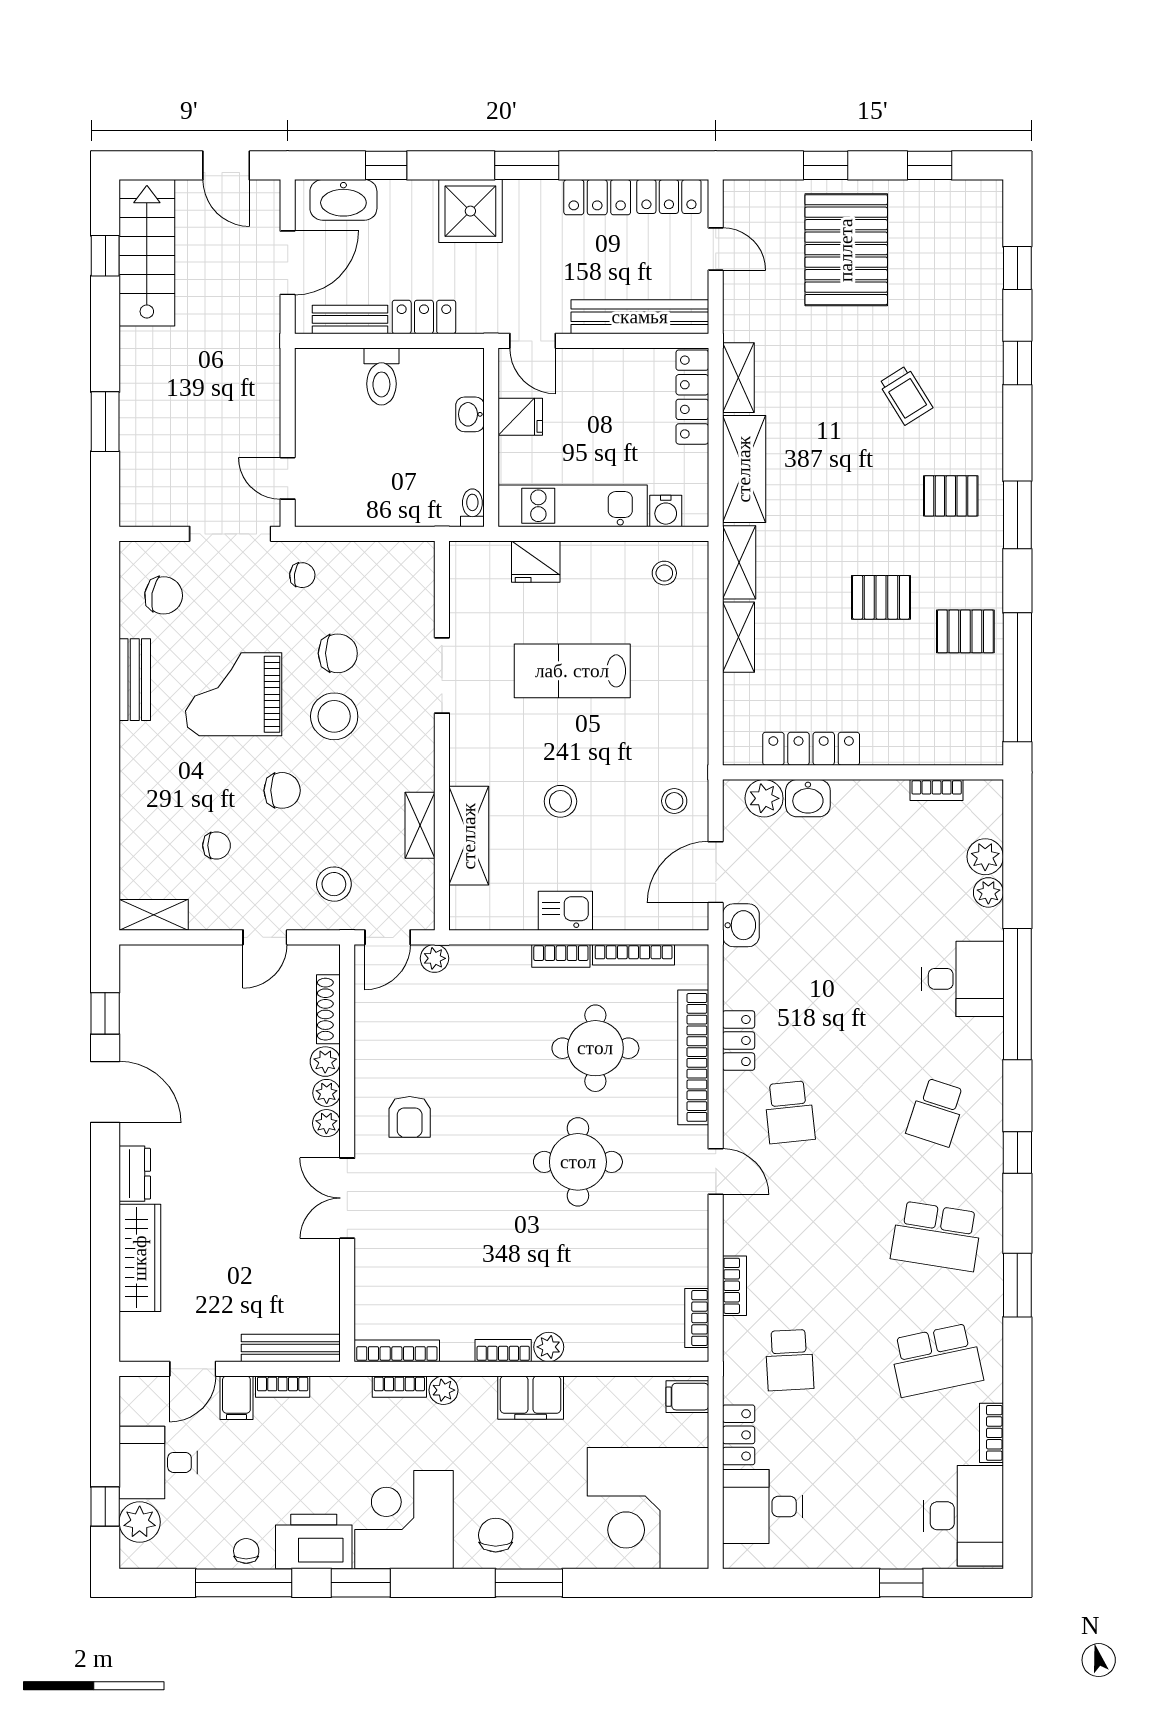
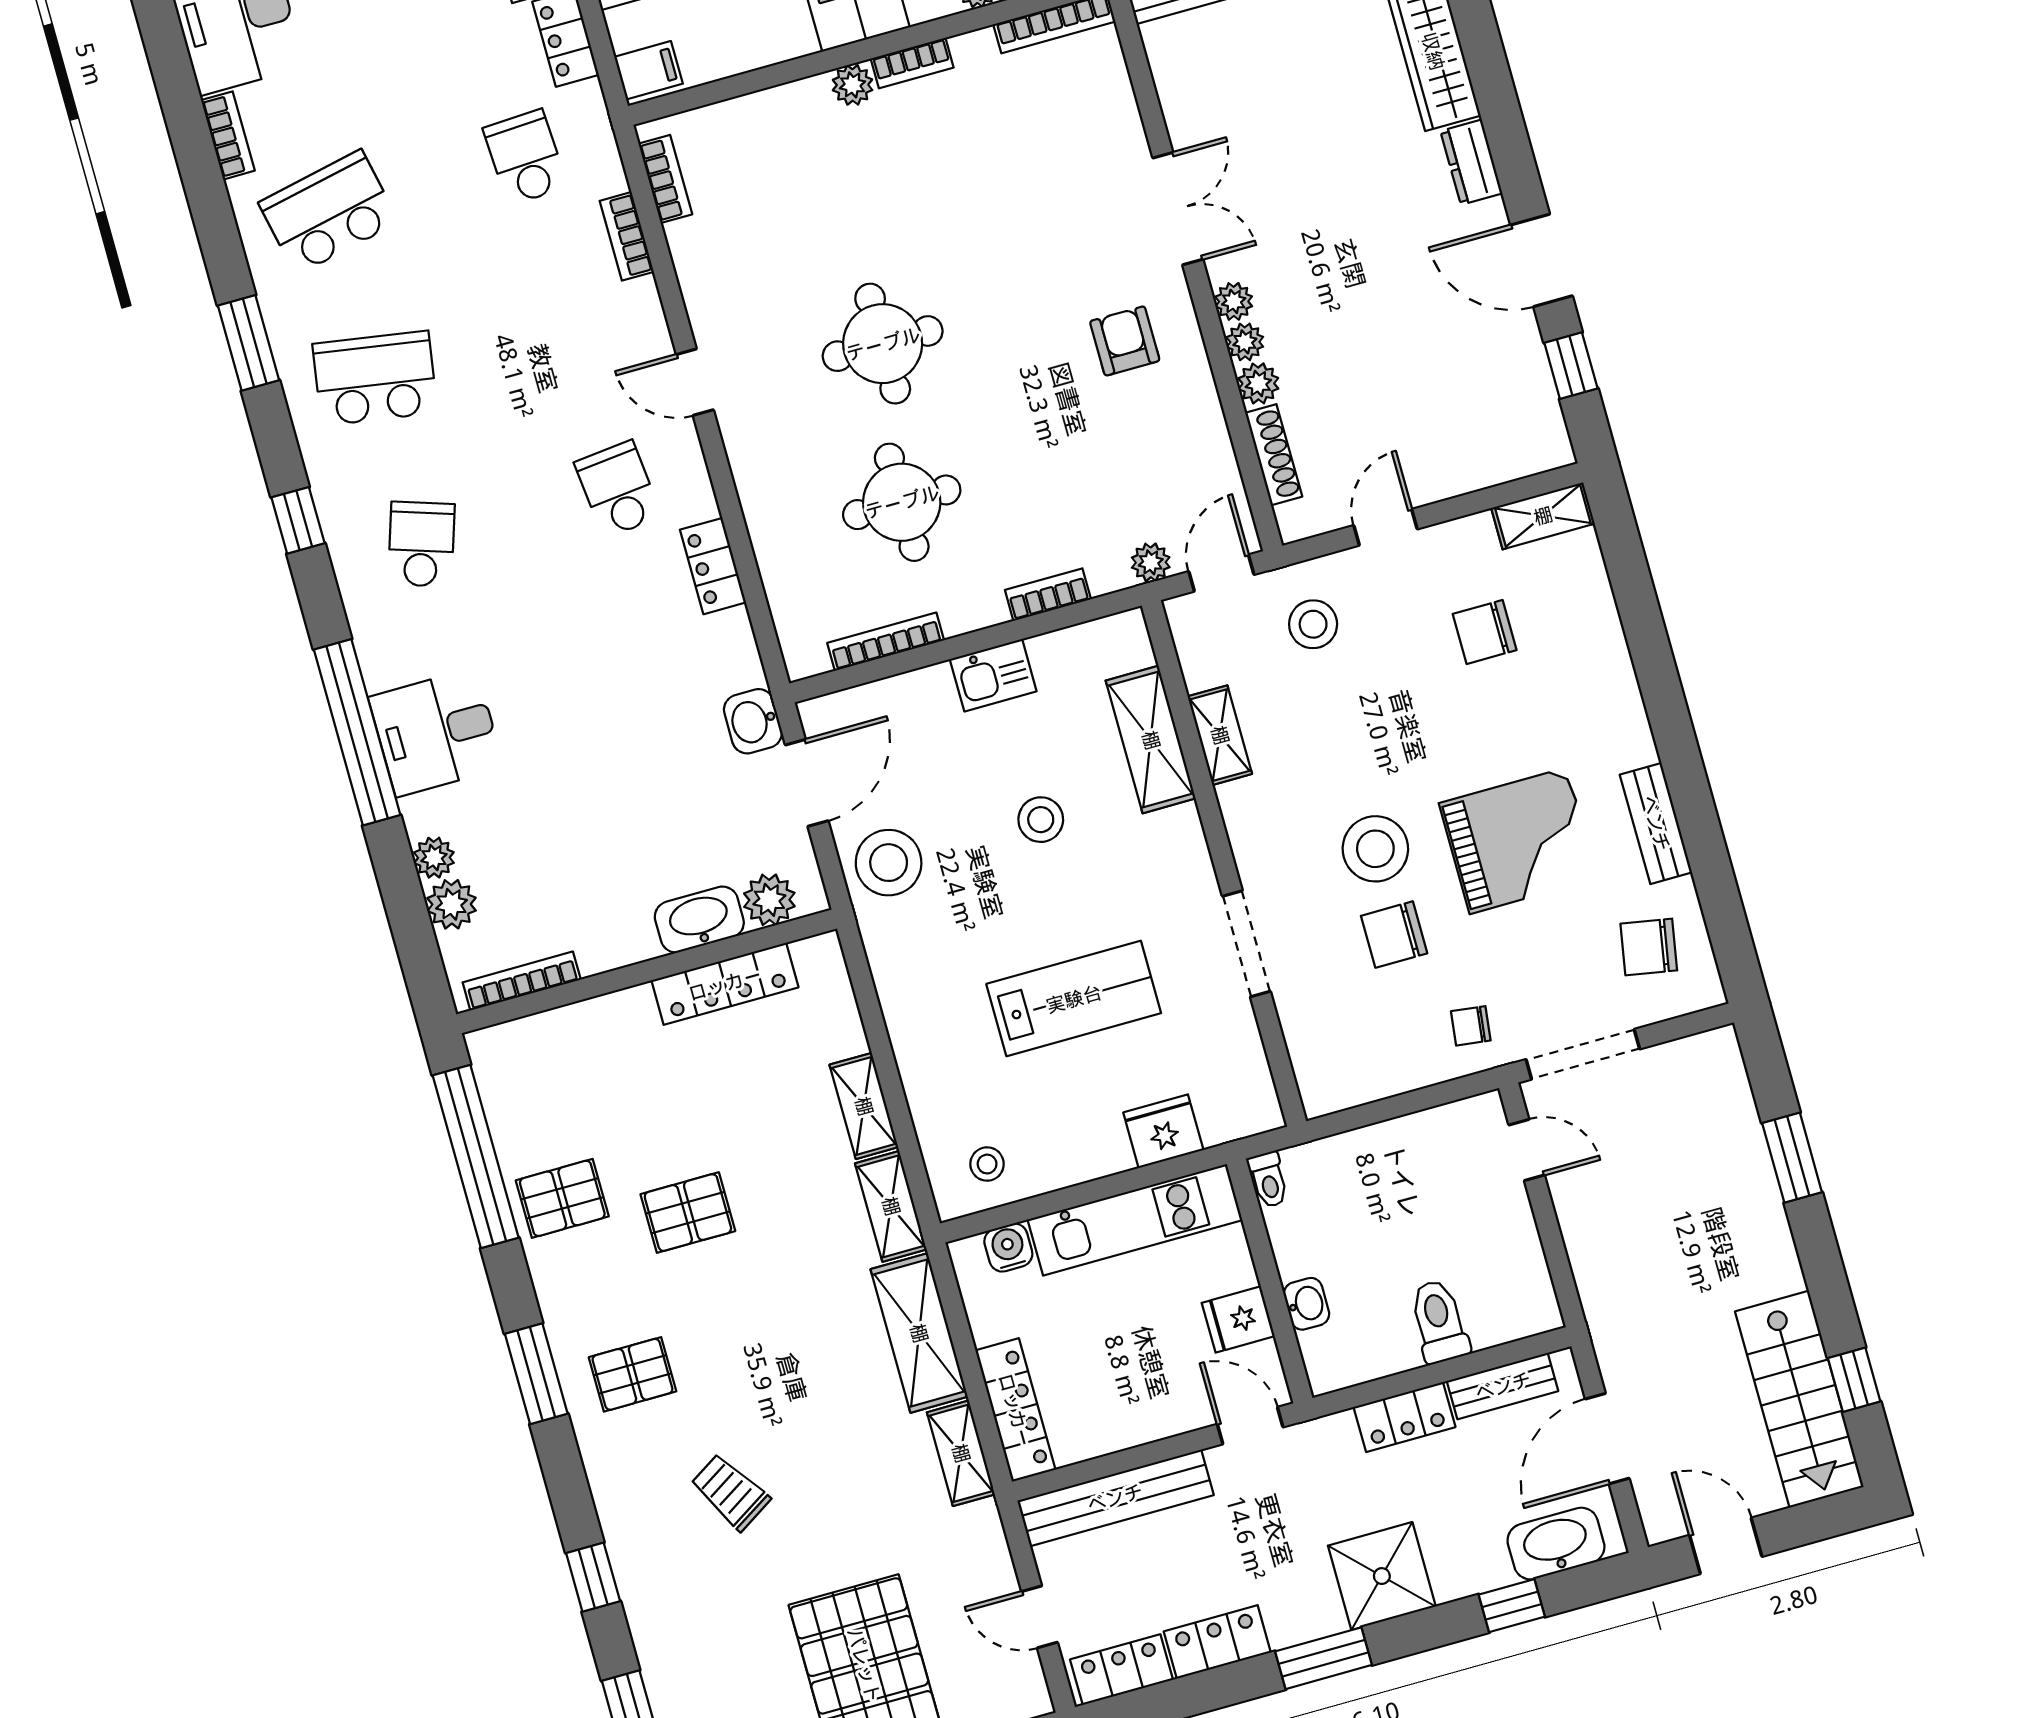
chair: (282, 790) -> (1417, 730), removed
bookcase: (937, 790) -> (522, 981), width x1.56
washbasin: (808, 798) -> (699, 920), width x1.38
stool: (674, 801) -> (889, 863), width x1.89, depth x1.89
chair: (216, 845) -> (1485, 632), width x1.37, depth x1.37
bookcase: (561, 956) -> (1048, 595), moved
bookcase: (693, 1057) -> (767, 526), removed

